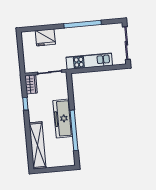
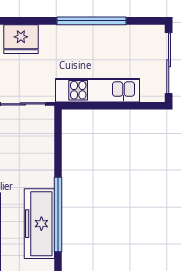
freezer: (63, 118) -> (39, 224), moved

